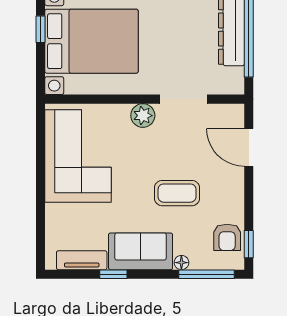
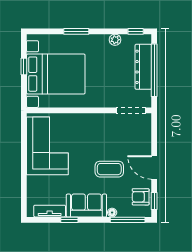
doorway: (183, 99) -> (131, 110), moved
plant: (143, 116) -> (88, 121), removed
door: (249, 147) -> (154, 167), moved
armchair: (227, 237) -> (141, 197), turned 90

